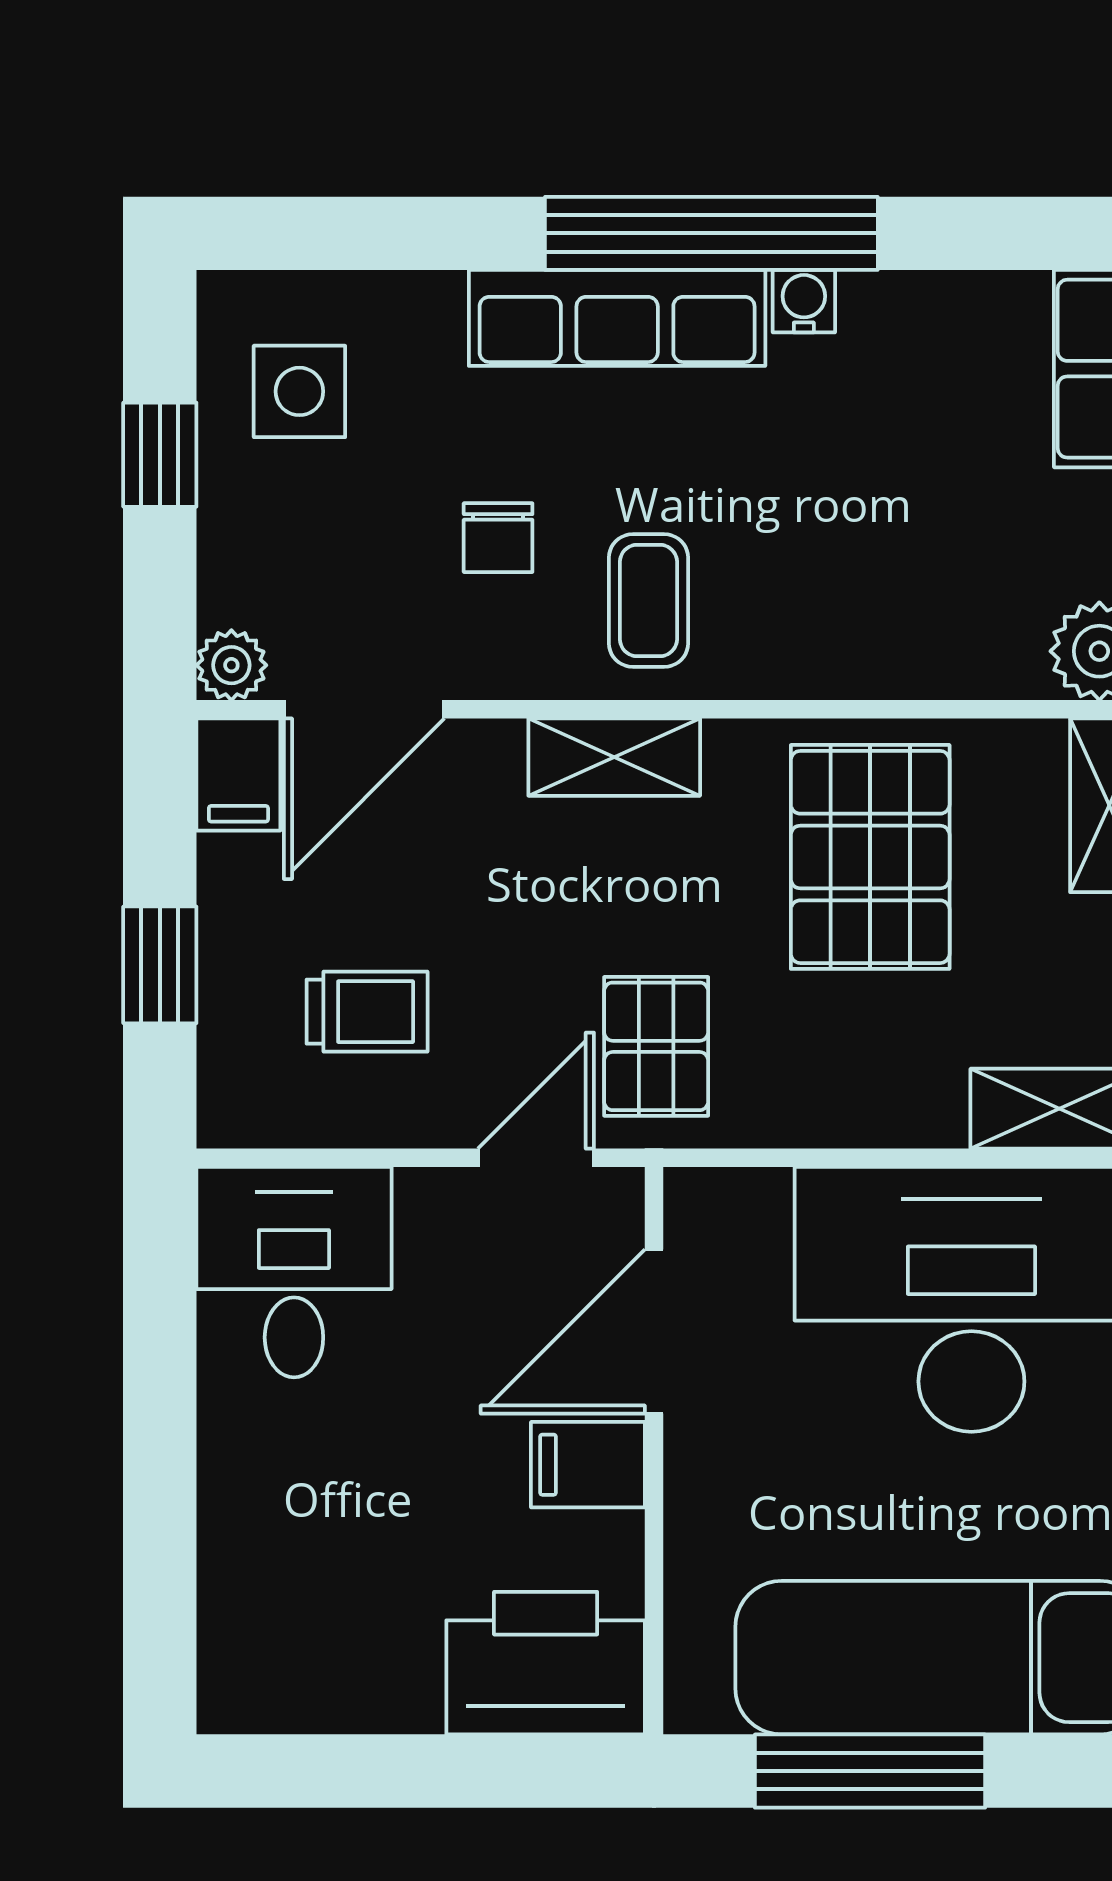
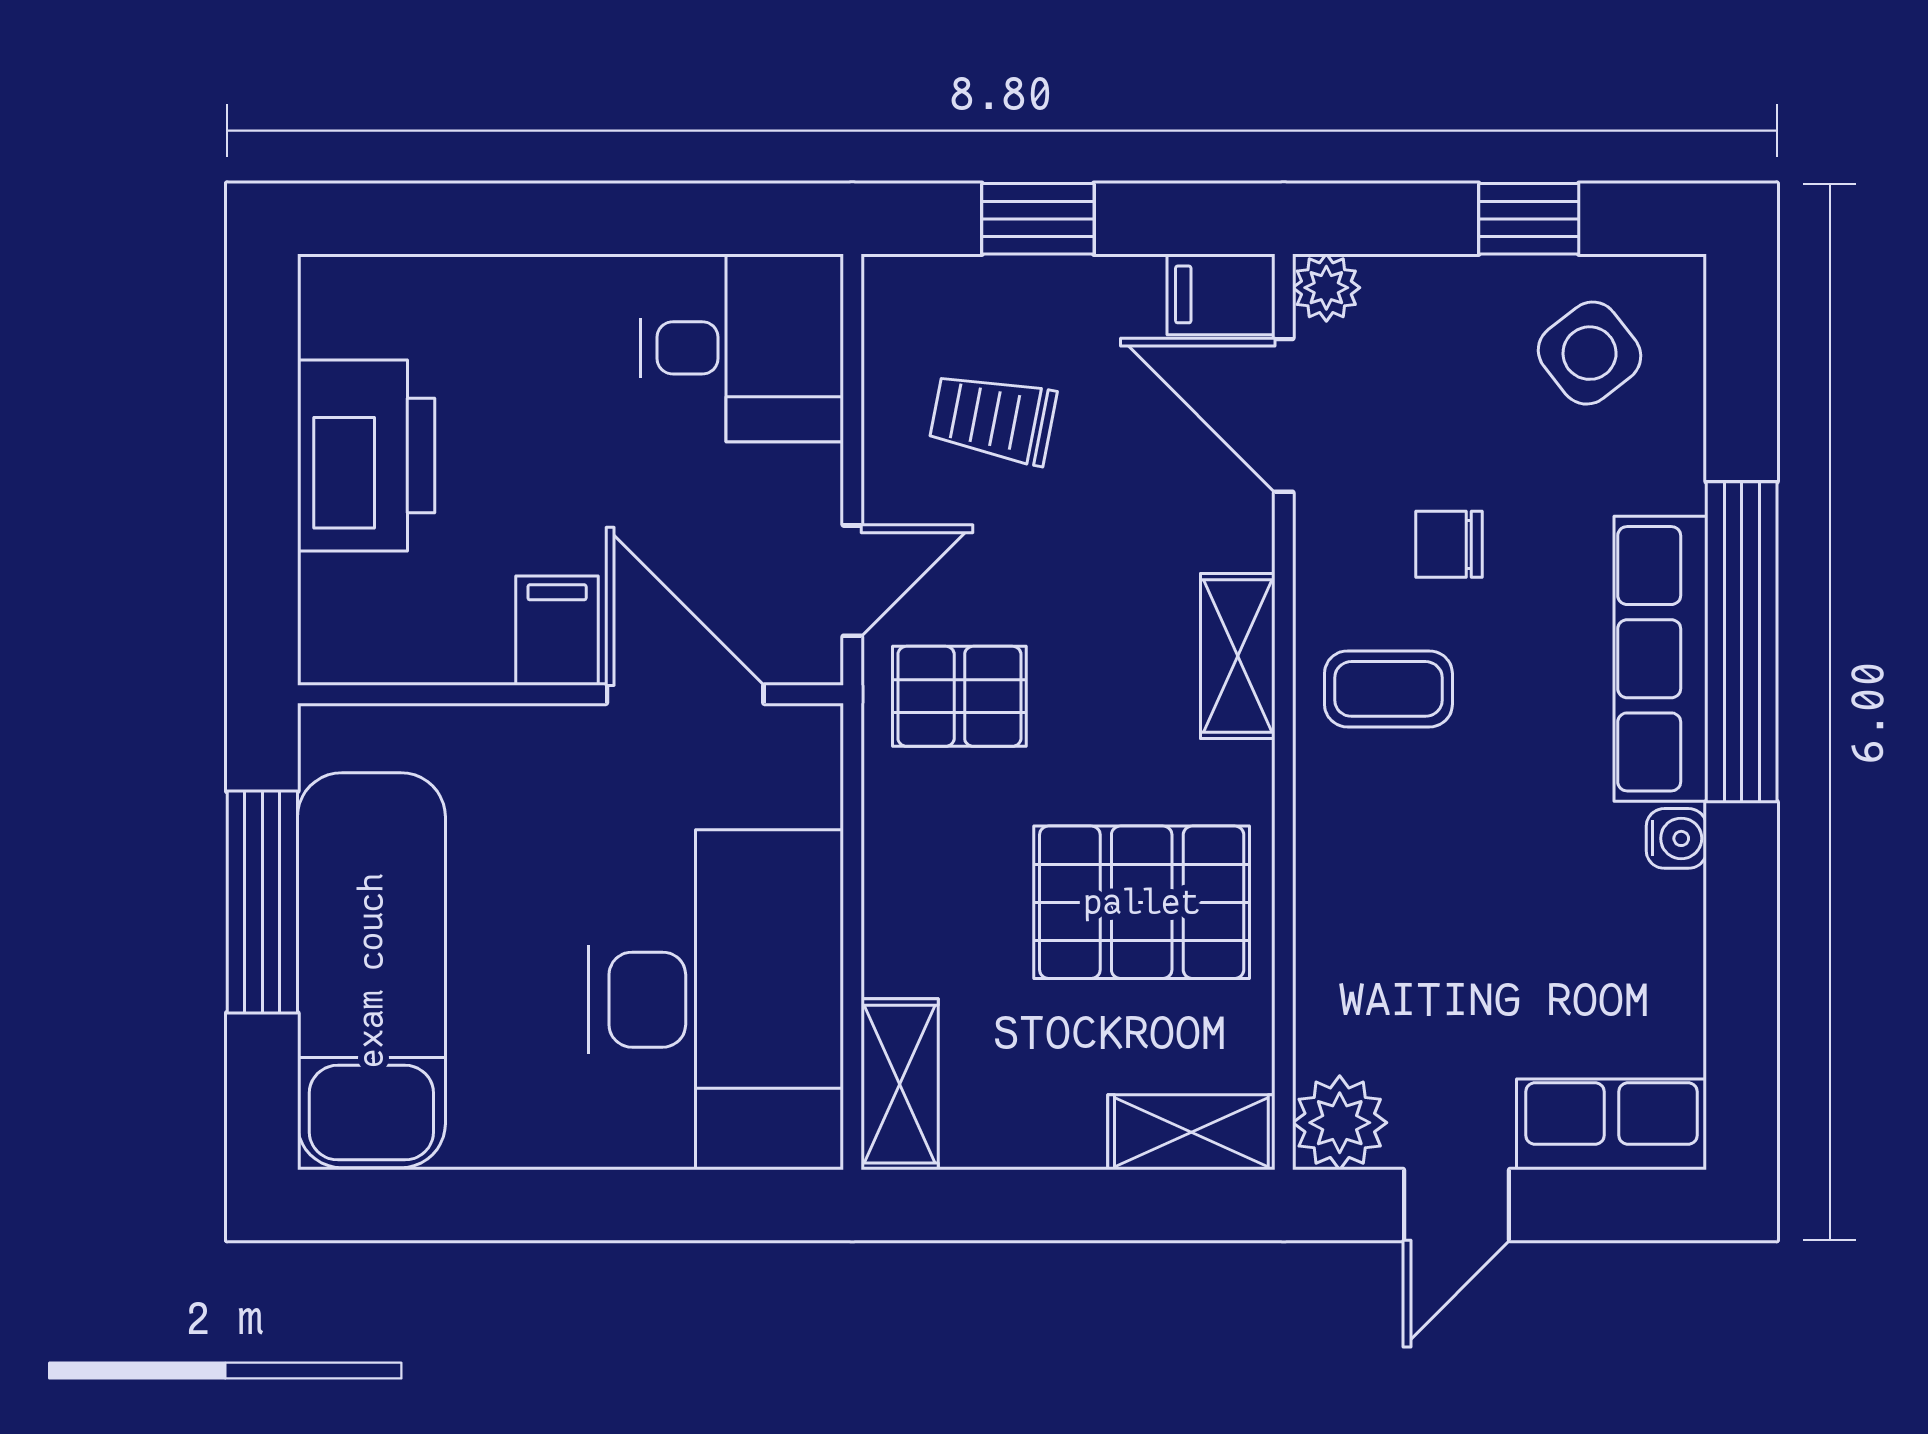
window: (711, 233) -> (1742, 642), moved
side table: (299, 391) -> (1590, 353), turned -38
trolley: (367, 1012) -> (993, 418), turned 101
door: (536, 1158) -> (852, 581), hinge flipped
printer: (546, 1663) -> (366, 456), moved

